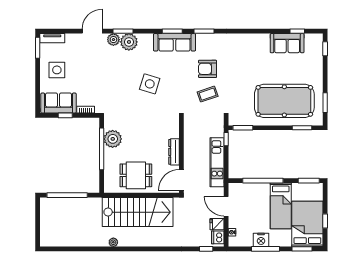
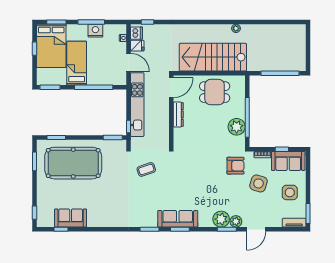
armchair: (207, 69) -> (235, 166), moved
side table: (150, 84) -> (258, 183), moved
kitchen unit: (217, 162) -> (137, 105), width x1.36

